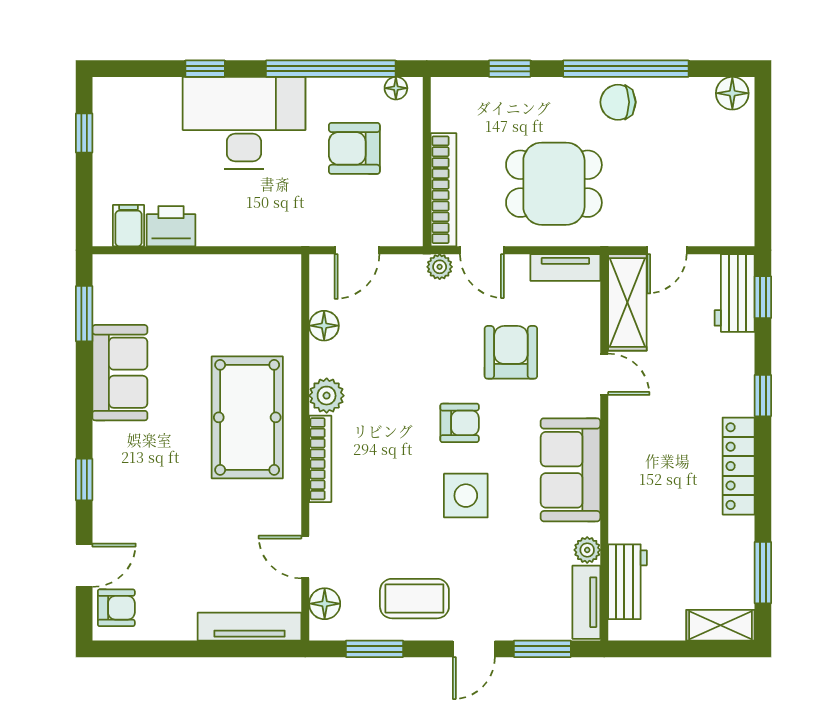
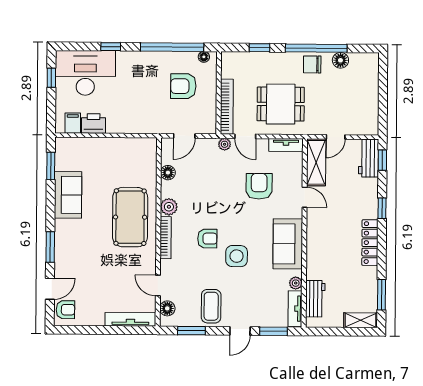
floor lamp: (732, 93) -> (340, 60), moved
desk: (244, 123) -> (85, 73), moved
armchair: (460, 423) -> (207, 239), moved
window: (84, 480) -> (50, 247), width x1.50
coffee table: (414, 599) -> (211, 306), turned 90

